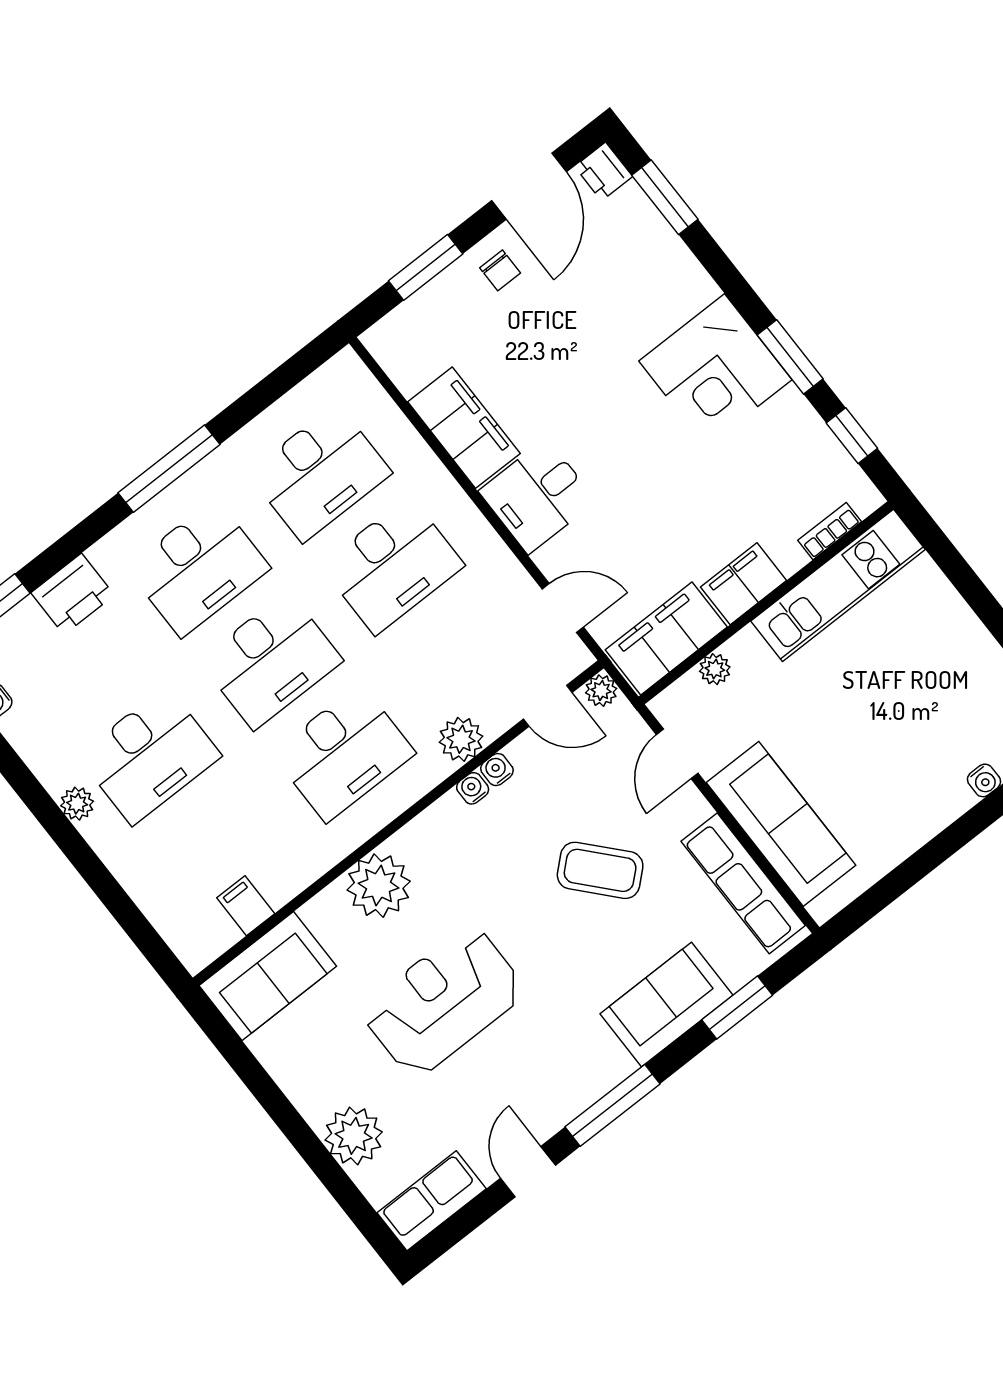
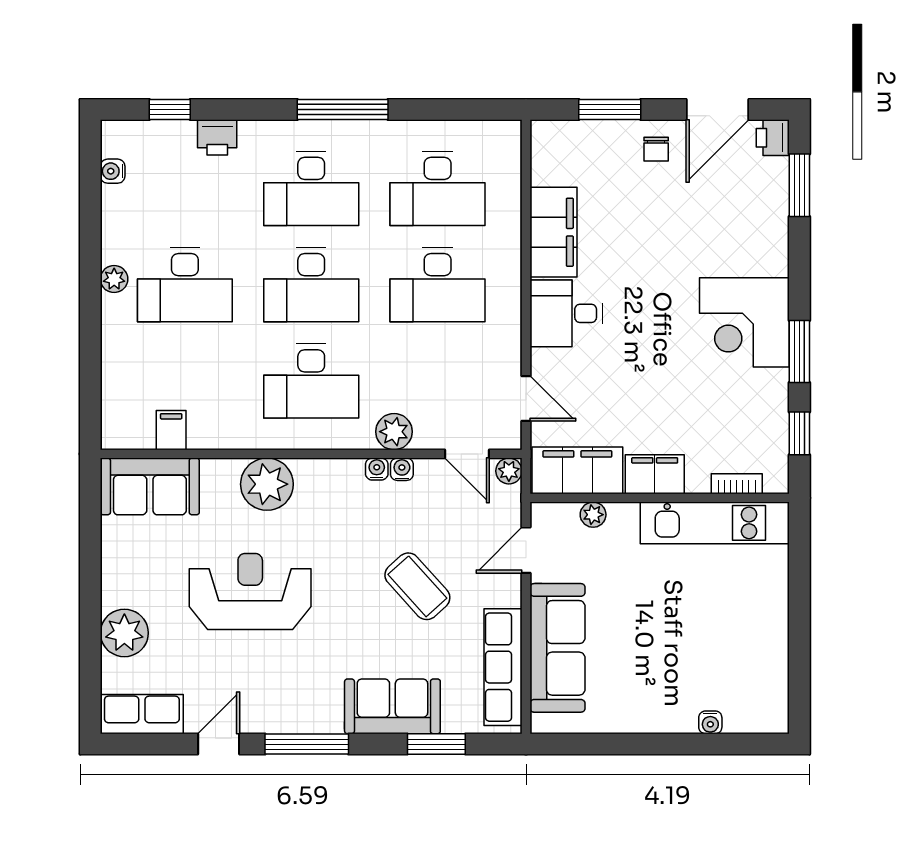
printer: (73, 594) -> (217, 137), width x0.73, depth x0.81

